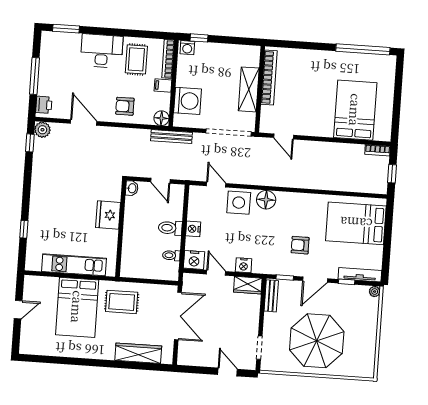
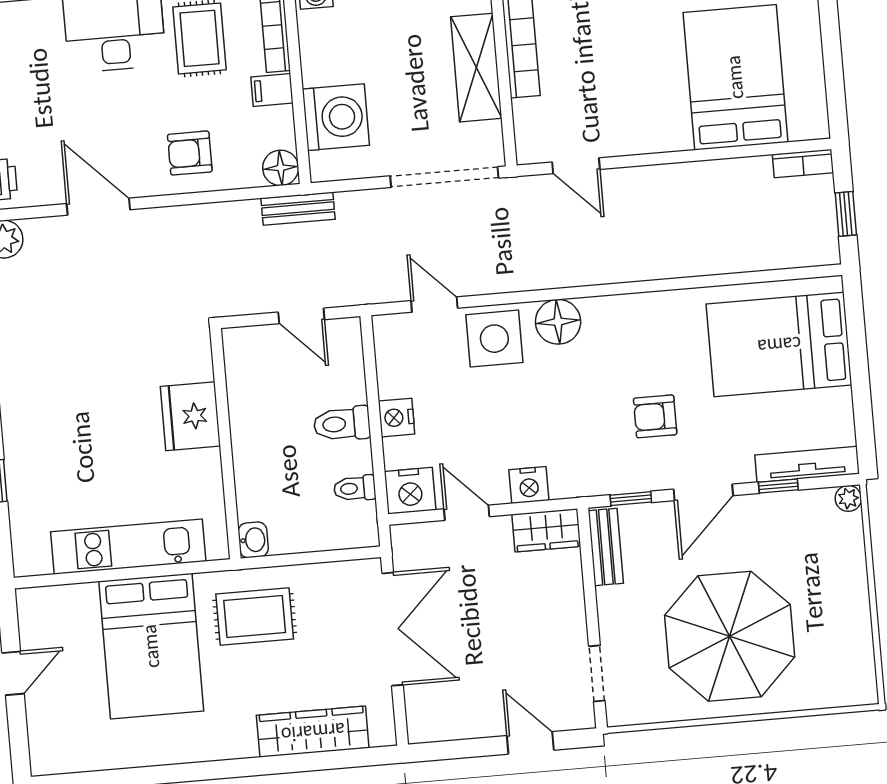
bench: (171, 137) -> (298, 209), width x0.73
washbasin: (132, 188) -> (253, 540), moved

